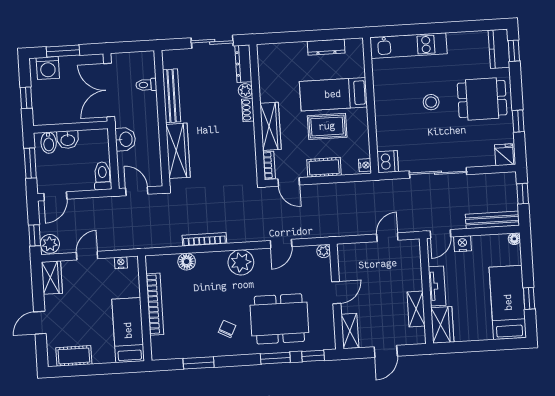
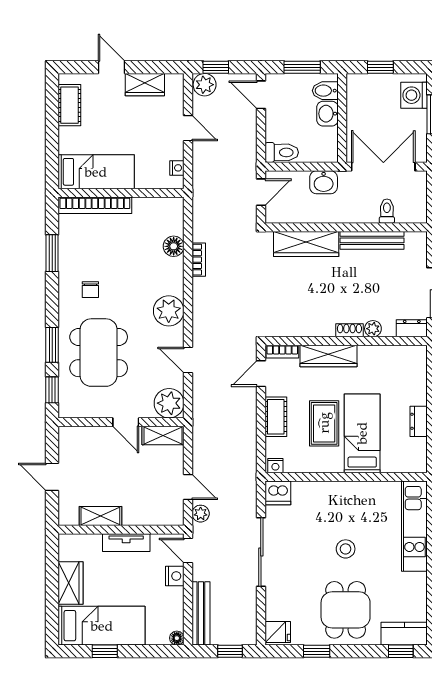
dresser: (326, 47) -> (419, 421), width x0.70
dresser: (243, 64) -> (412, 328), width x0.70
plant: (409, 225) -> (201, 514), added
bookcase: (204, 239) -> (199, 260), width x0.64
plant: (324, 251) -> (169, 403), width x1.88, depth x1.88
wardrobe: (52, 278) -> (145, 85), moved
bookcase: (155, 304) -> (95, 205), moved
wardrobe: (442, 325) -> (71, 583), moved, turned -90
chair: (227, 329) -> (90, 290), turned 63
shelving: (350, 331) -> (163, 436), moved

